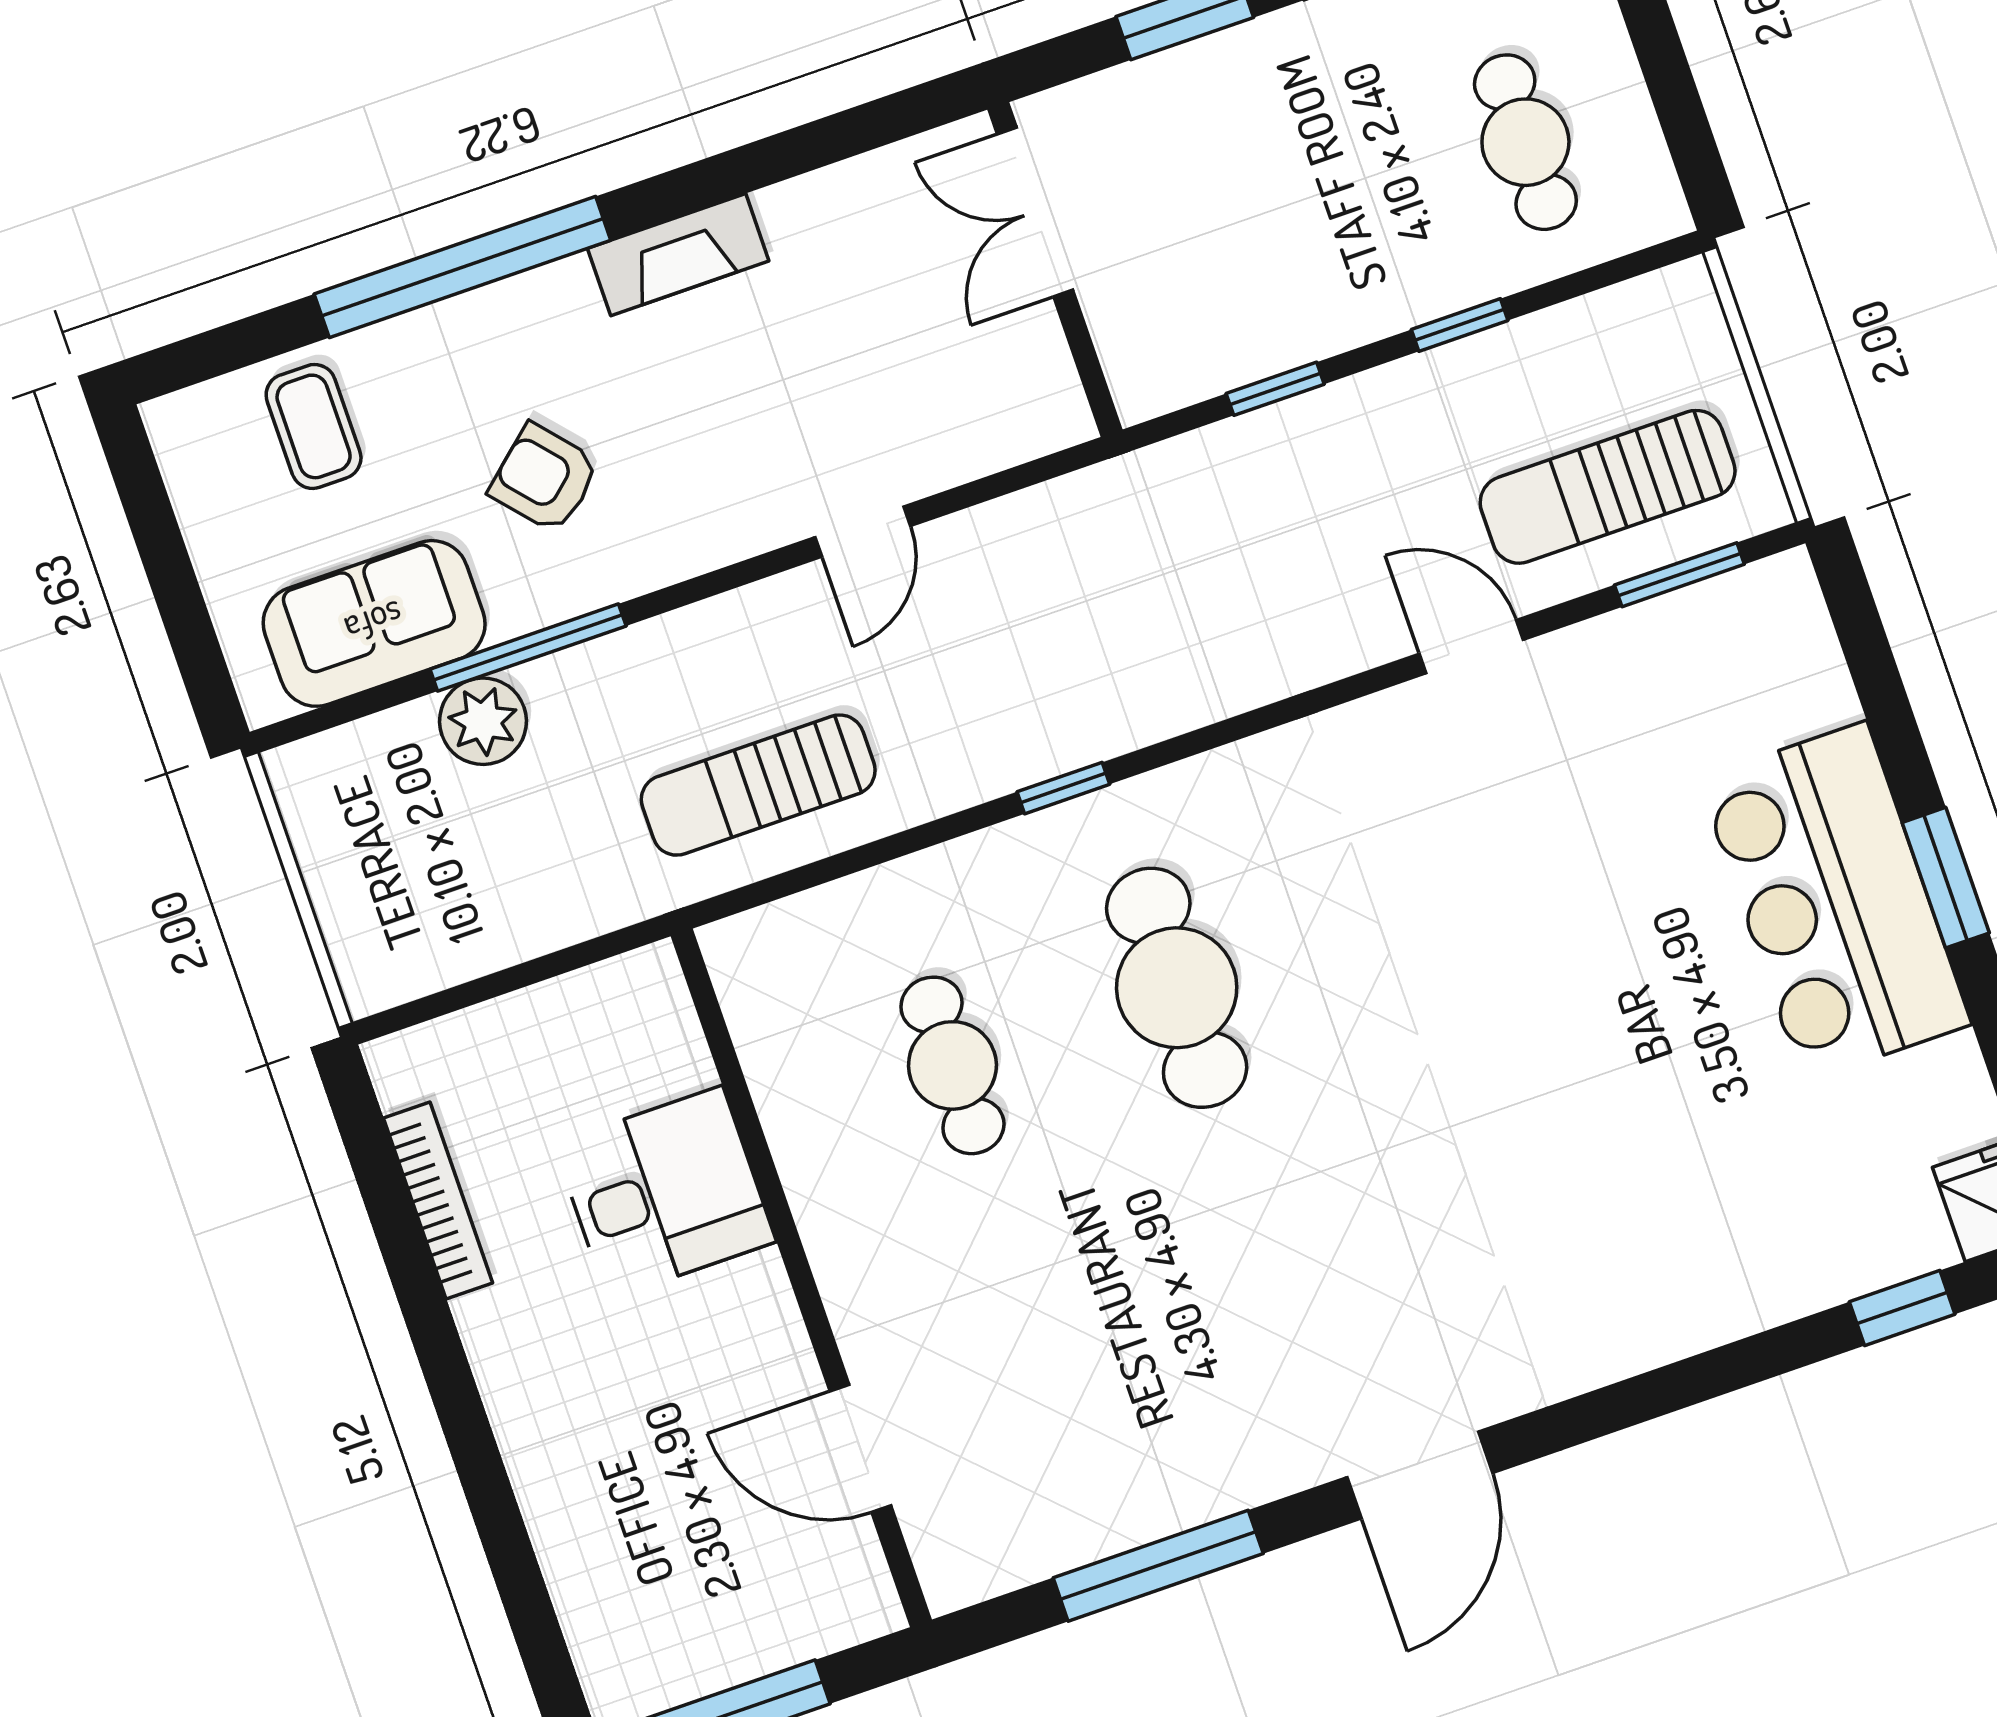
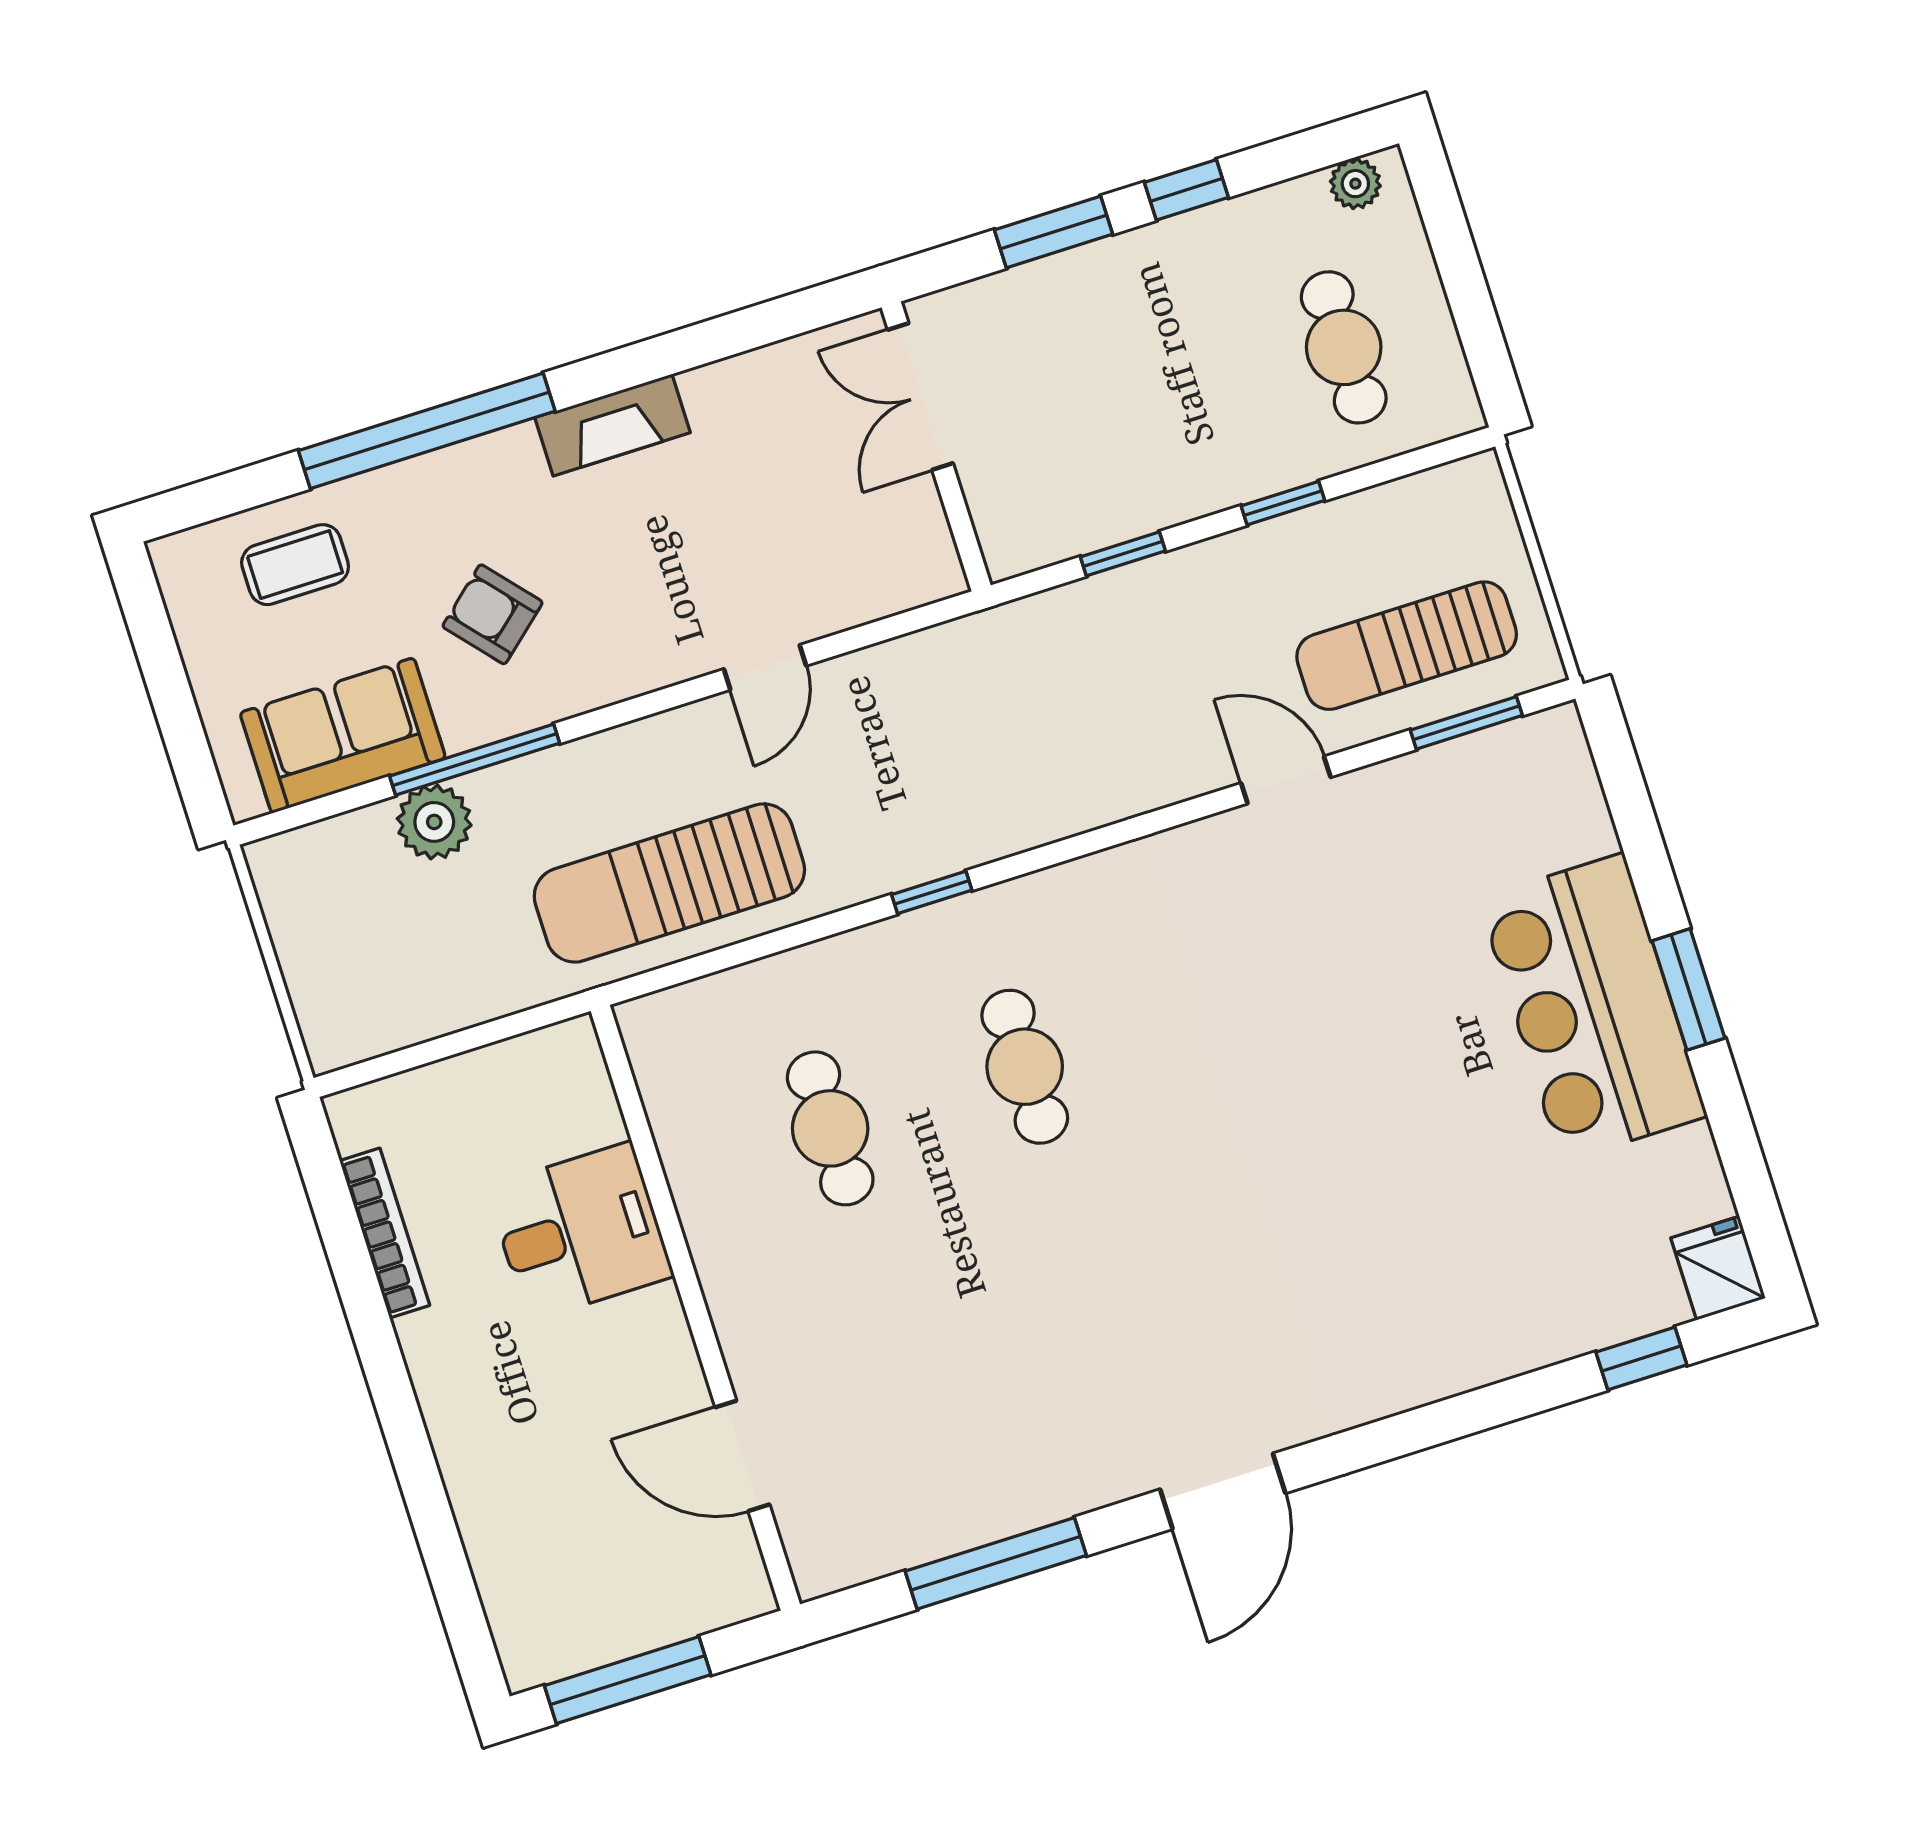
coffee table: (314, 426) -> (295, 565), turned 90
sun lounger: (758, 785) -> (669, 883), width x1.36, depth x1.34
cafe table: (1177, 988) -> (1025, 1067), width x0.73, depth x0.74

